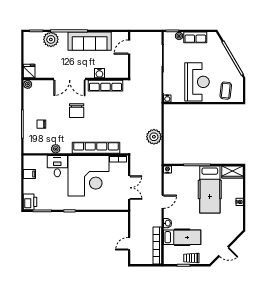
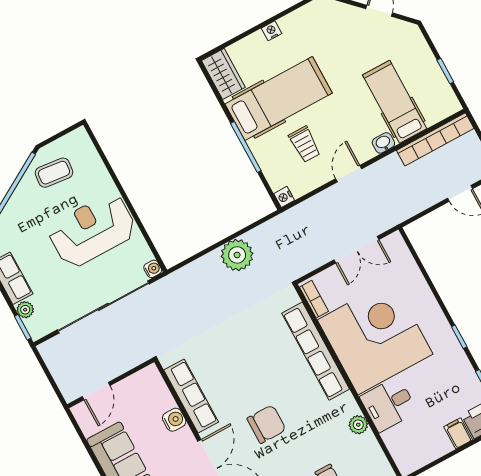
door: (129, 47) -> (96, 391), hinge flipped
coffee table: (226, 91) -> (54, 173), moved
filing cabinet: (29, 174) -> (458, 433), moved
double door: (129, 188) -> (356, 250), swing flipped
door: (163, 202) -> (349, 174), hinge flipped
trolley: (191, 258) -> (305, 144), moved

